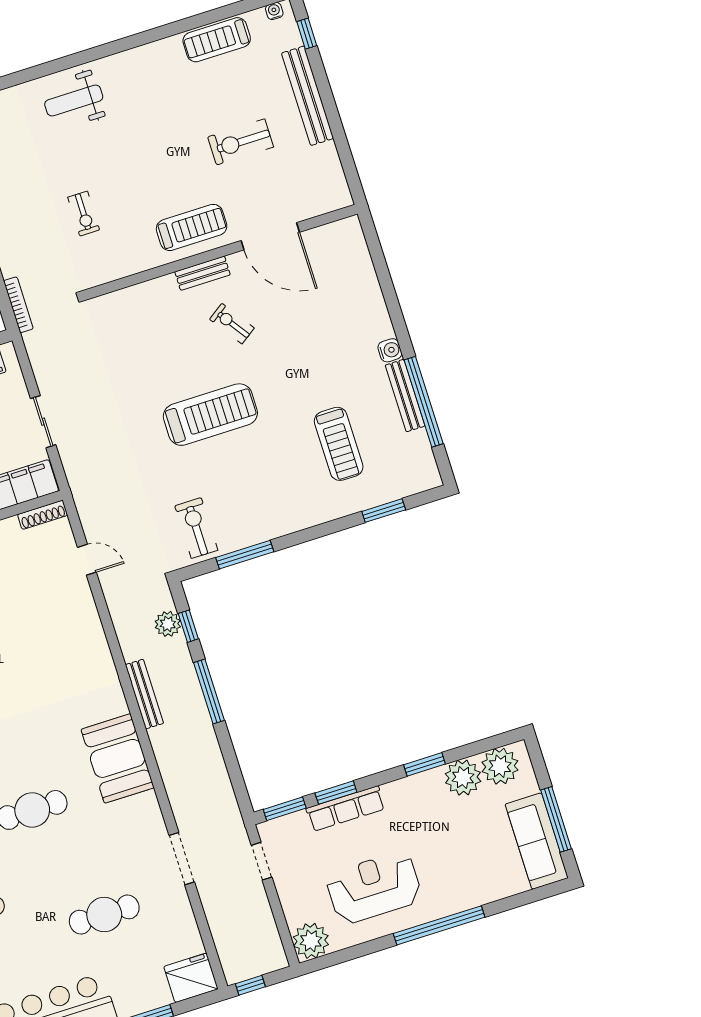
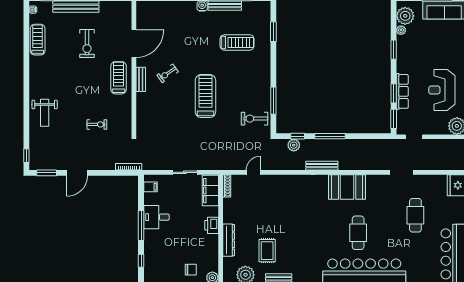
treadmill: (217, 40) -> (38, 40), turned 180
plant: (463, 778) -> (401, 30), width x0.53, depth x0.53

